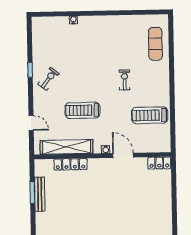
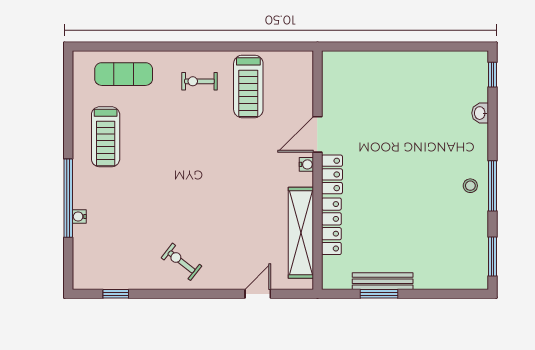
window: (84, 13) -> (68, 198), added
window: (30, 70) -> (116, 294), moved
exercise bike: (125, 80) -> (199, 81), moved
treadmill: (82, 110) -> (106, 137), moved
locker: (159, 163) -> (332, 174), moved

